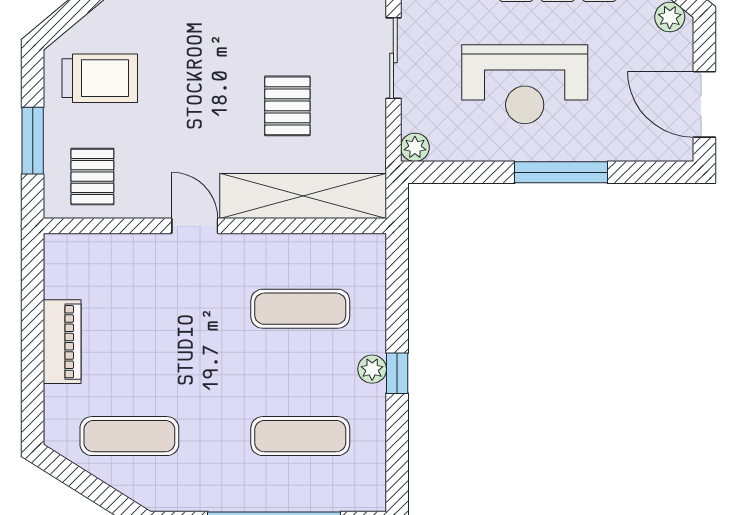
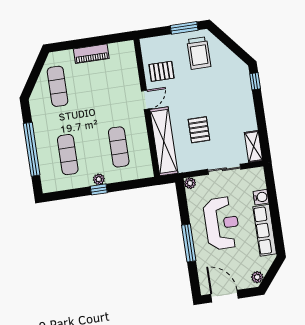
reception desk: (525, 84) -> (222, 223), turned 180
door: (704, 104) -> (224, 296), hinge flipped
pallet: (287, 106) -> (199, 130), turned 90
window: (33, 141) -> (184, 28), moved
pallet: (92, 177) -> (161, 71), moved

